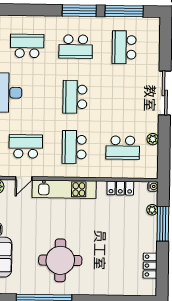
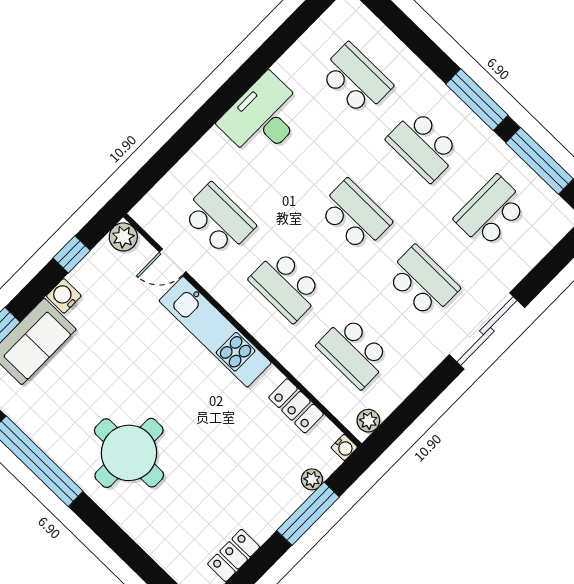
school desk: (75, 97) -> (355, 216), turned 90
school desk: (123, 97) -> (422, 282), added
plant: (153, 139) -> (368, 421), moved
school desk: (74, 147) -> (286, 286), turned -90
round table: (60, 260) -> (129, 453), moved

